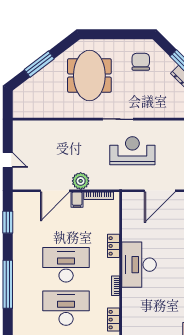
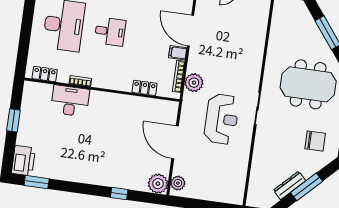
plant: (81, 181) -> (194, 83), moved
locker: (114, 246) -> (145, 88), moved
desk: (66, 265) -> (110, 32), width x0.53, depth x0.77
desk: (139, 265) -> (70, 101), moved, width x0.73, depth x0.77

